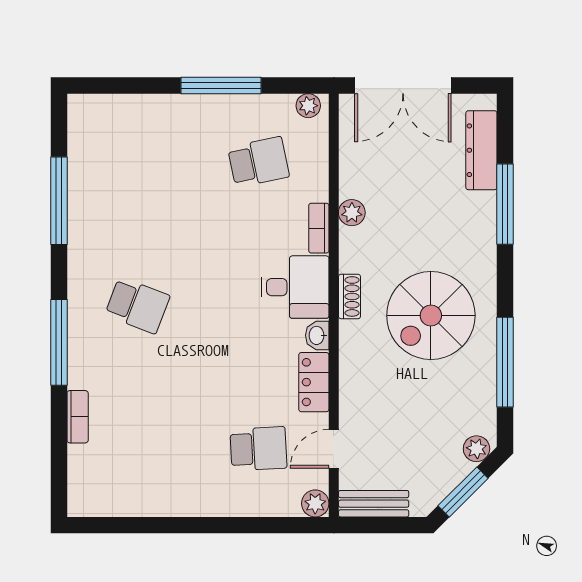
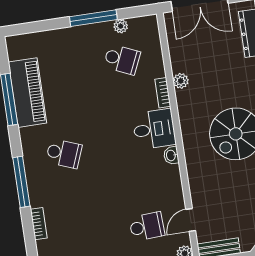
plant: (308, 106) -> (121, 26), moved
school desk: (258, 162) -> (122, 59), turned 36
piano: (92, 194) -> (27, 93), added
shoe rack: (349, 296) -> (187, 130), removed
locker: (314, 382) -> (173, 183), removed

